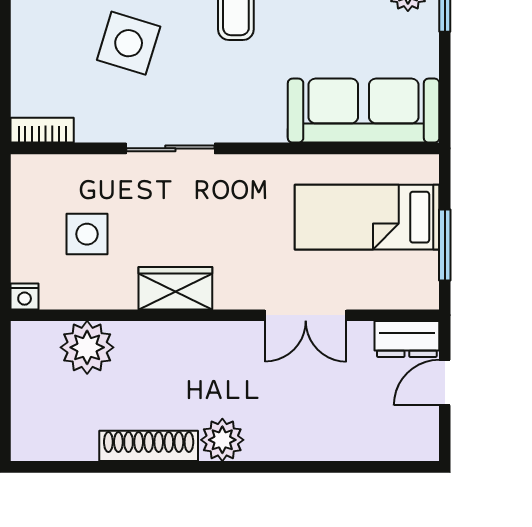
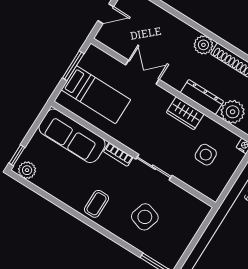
bookcase: (42, 130) -> (118, 154), moved
dresser: (407, 339) -> (202, 97), moved, width x1.44

